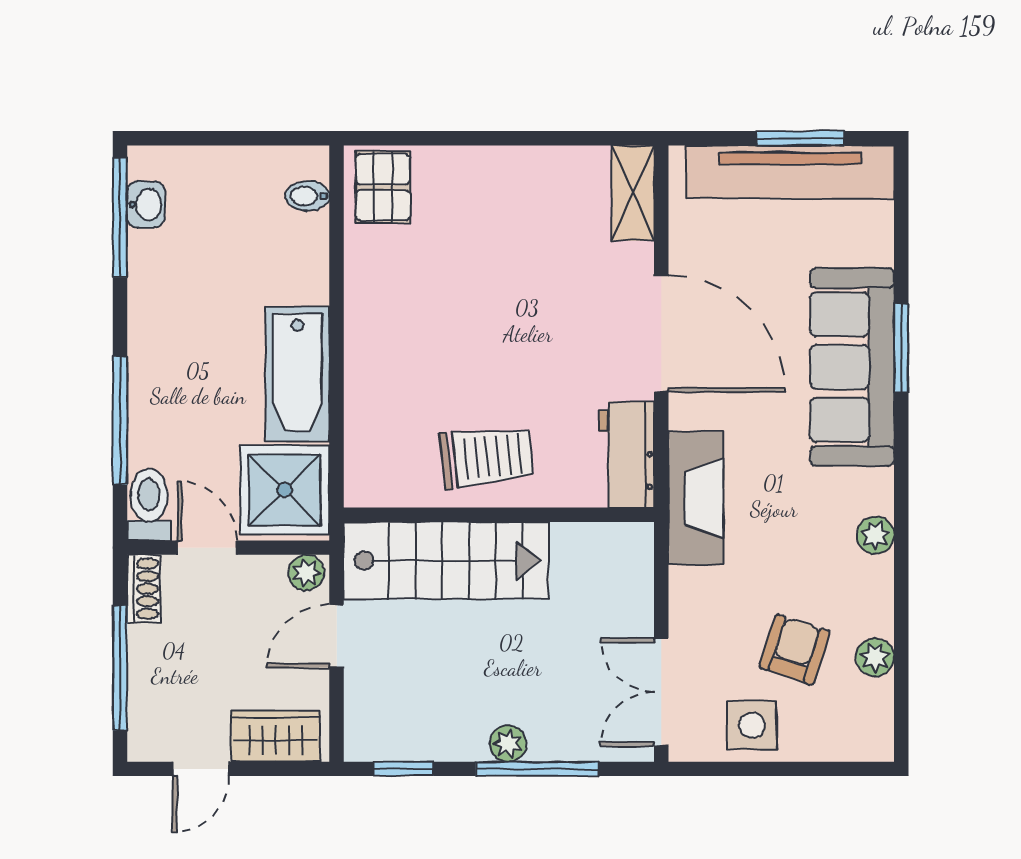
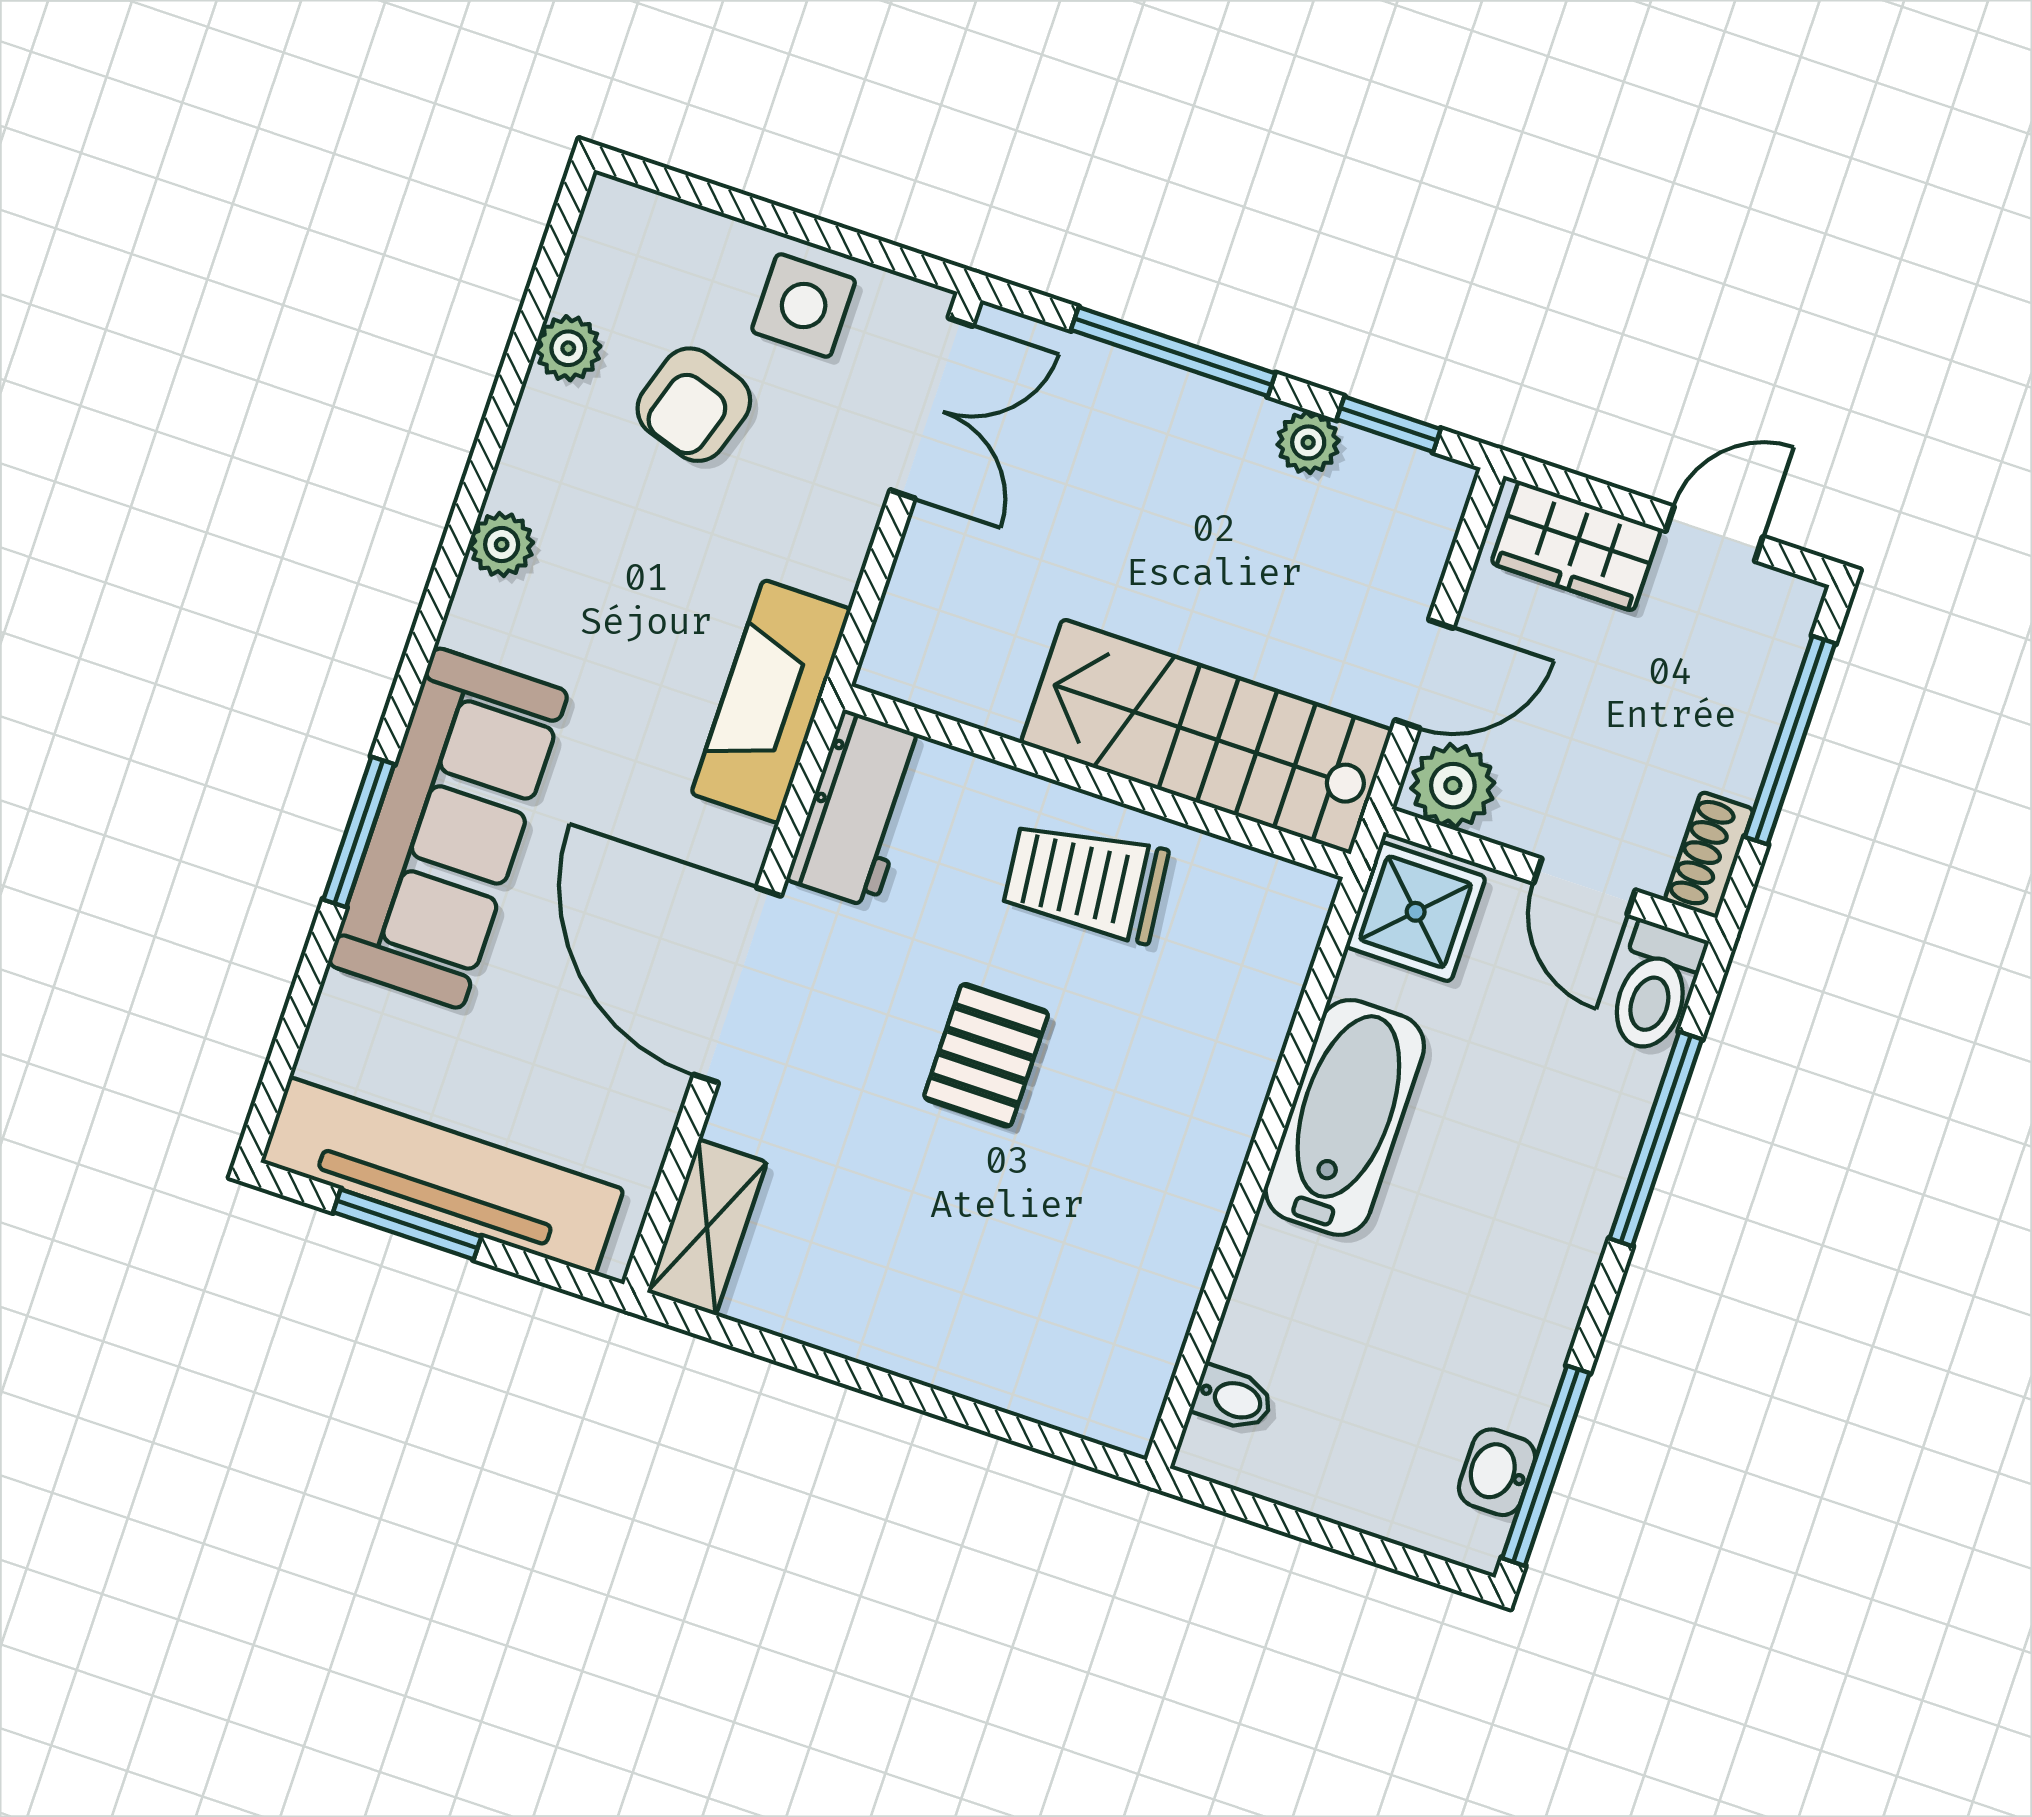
pallet: (383, 187) -> (986, 1055), moved
shower: (285, 490) -> (1416, 912), width x0.73, depth x0.73
plant: (306, 573) -> (1453, 786), width x1.38, depth x1.38
plant: (508, 744) -> (1308, 442), moved

